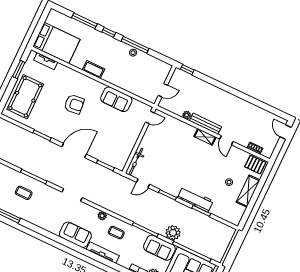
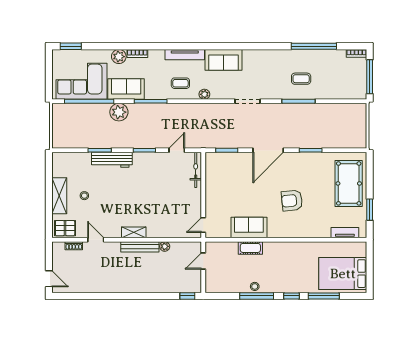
bed: (56, 43) -> (343, 274), moved
cot: (93, 69) -> (250, 248), moved
door: (226, 140) -> (96, 240), moved

